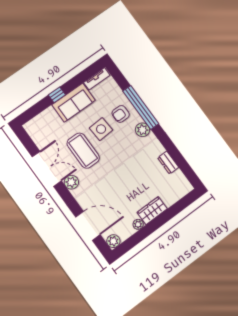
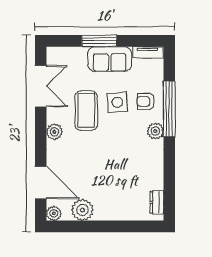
window: (57, 95) -> (99, 41), width x2.17
dresser: (168, 163) -> (157, 202), moved
double door: (47, 169) -> (41, 86), moved
wardrobe: (152, 211) -> (109, 212), removed
plant: (138, 224) -> (82, 210), width x1.88, depth x1.88

